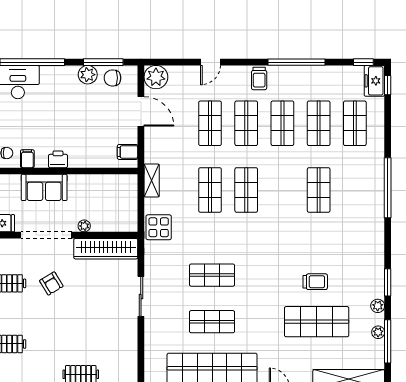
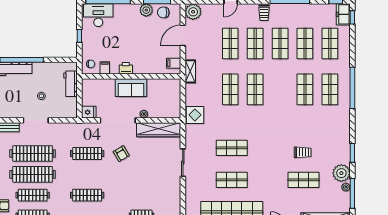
door: (141, 111) -> (183, 35), swing flipped
shelving: (152, 181) -> (190, 71), moved
sofa: (44, 187) -> (131, 88), moved
shop shelf: (355, 190) -> (330, 89), added
plant: (378, 306) -> (341, 173), width x1.88, depth x1.88
shop shelf: (317, 322) -> (304, 180), width x0.70, depth x0.74

